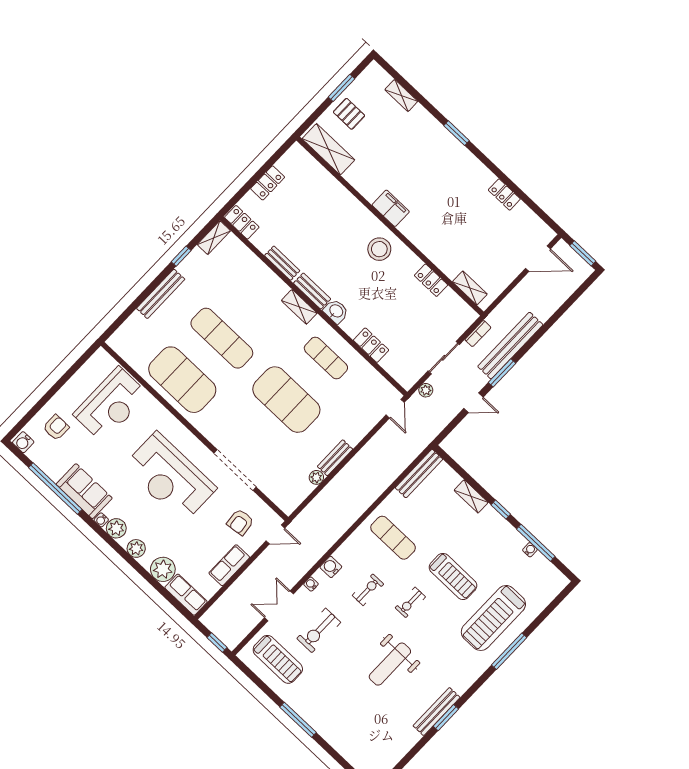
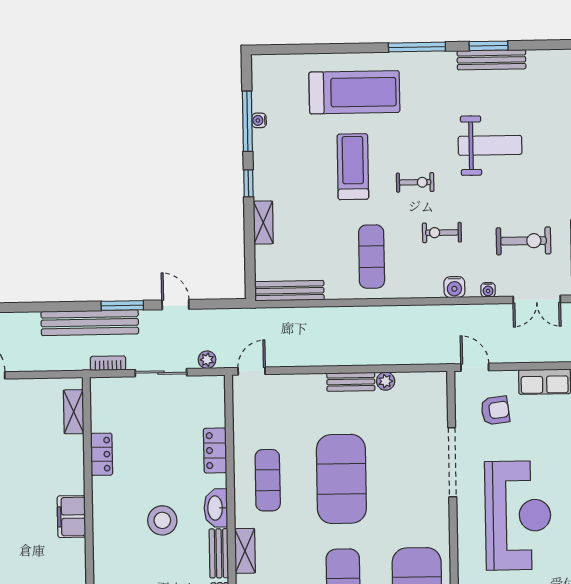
filing cabinet: (391, 208) -> (71, 517), moved
stool: (379, 249) -> (162, 520), moved
washbasin: (336, 311) -> (216, 508), width x1.38
window: (509, 651) -> (417, 47), moved

